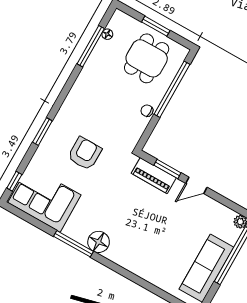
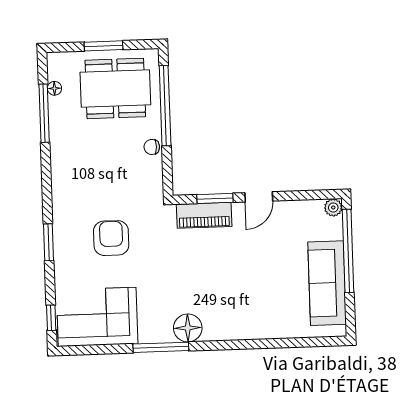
dining table: (147, 58) -> (115, 88), width x1.38

